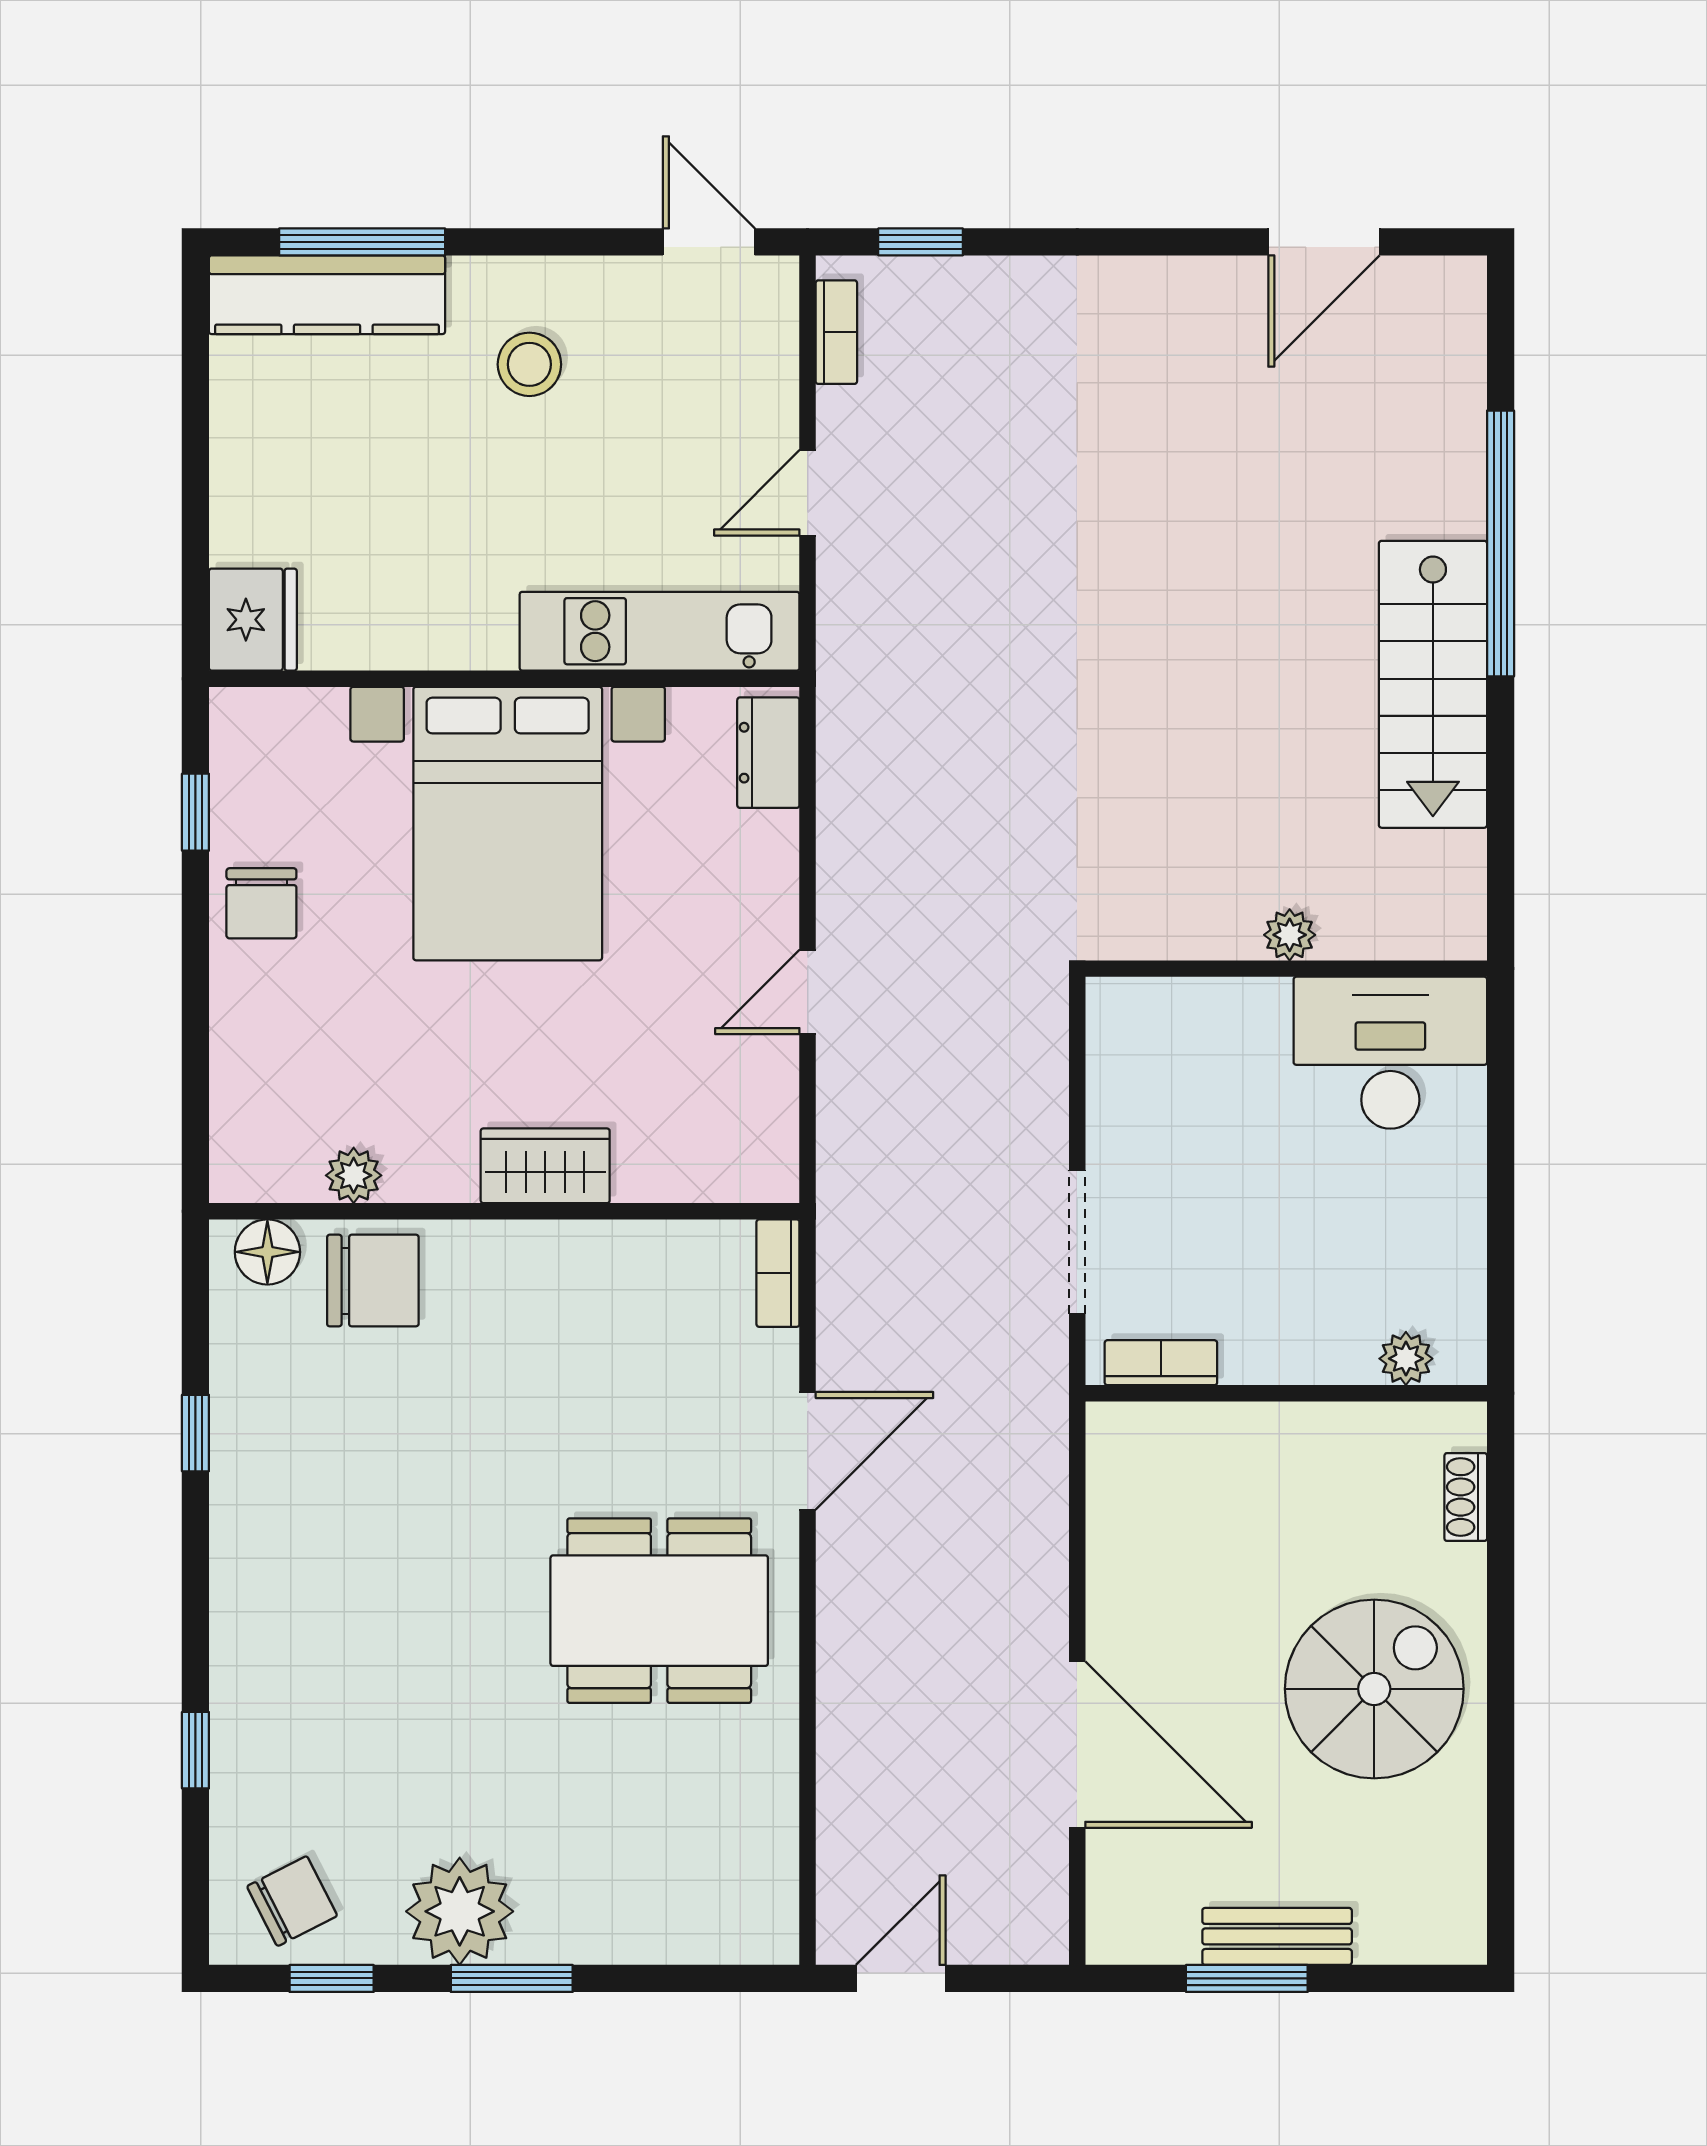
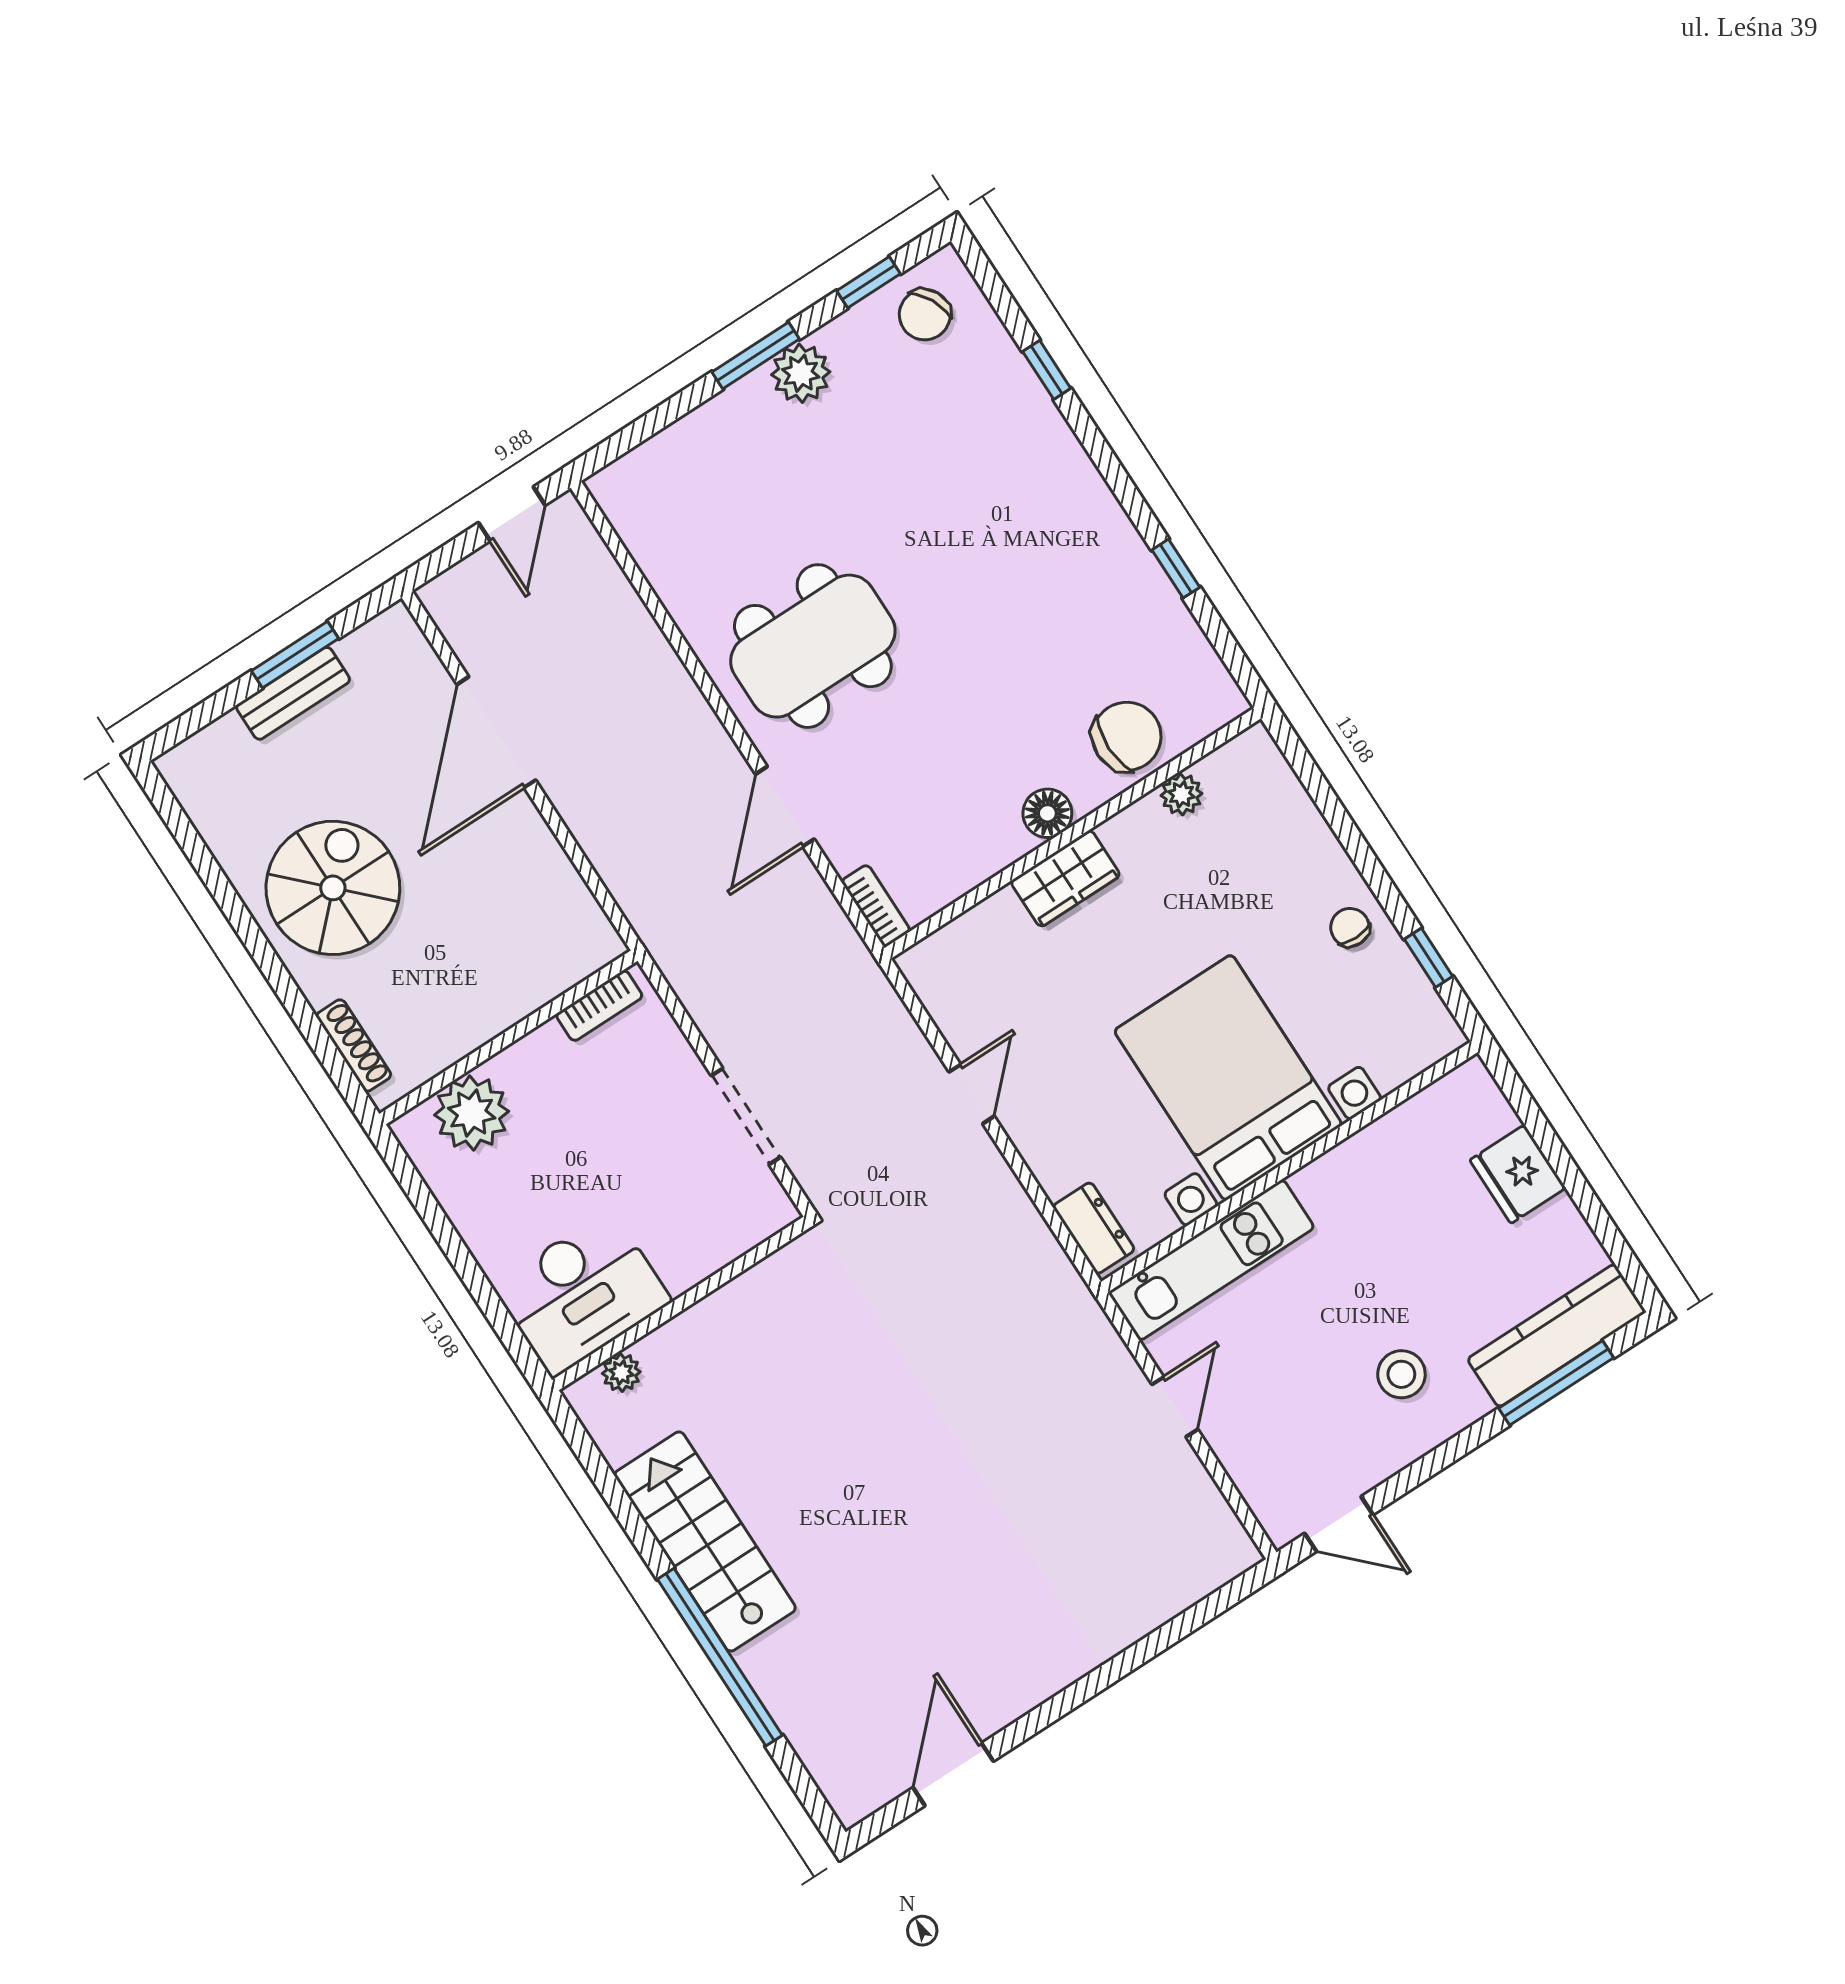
window: (921, 242) -> (1206, 1610), removed
bookcase: (836, 332) -> (1222, 1519), removed
fridge: (253, 620) -> (1518, 1174), moved
chair: (261, 903) -> (1350, 927), width x0.73, depth x0.73
plant: (1290, 935) -> (621, 1373), moved
doorway: (1077, 1242) -> (746, 1116), moved
floor lamp: (267, 1252) -> (1047, 813), moved
chair: (373, 1281) -> (1127, 736), turned 180
plant: (1406, 1359) -> (472, 1113), width x1.87, depth x1.87
shoe rack: (1466, 1497) -> (354, 1045), width x1.43
spiral stairs: (1374, 1689) -> (333, 888), turned 180
door: (1077, 1745) -> (496, 732), hinge flipped
plant: (460, 1911) -> (801, 373), width x0.73, depth x0.73

